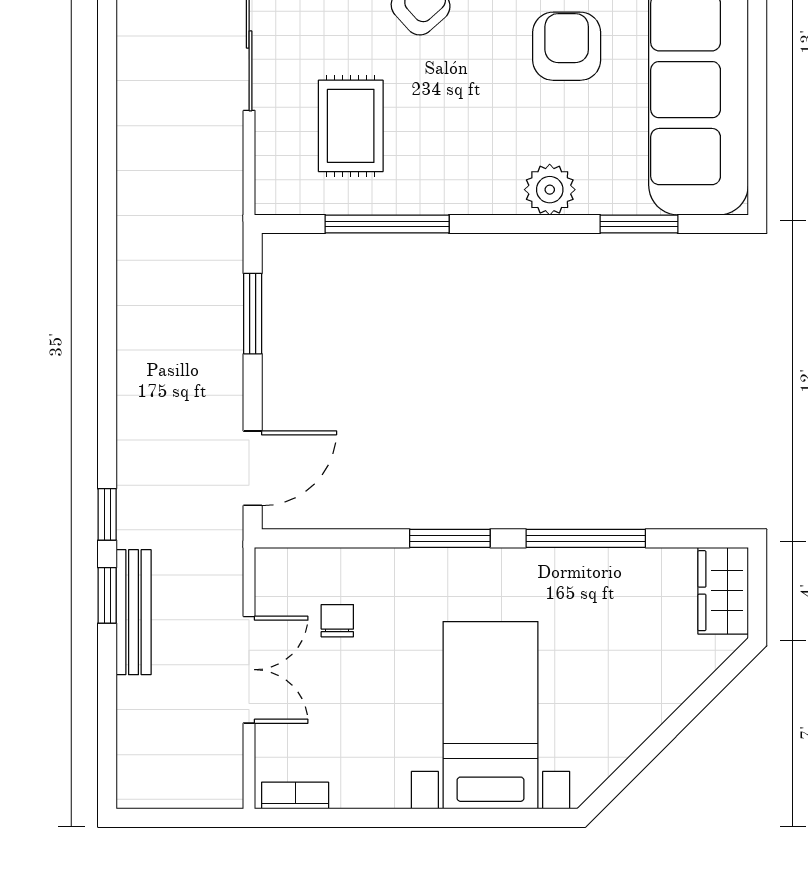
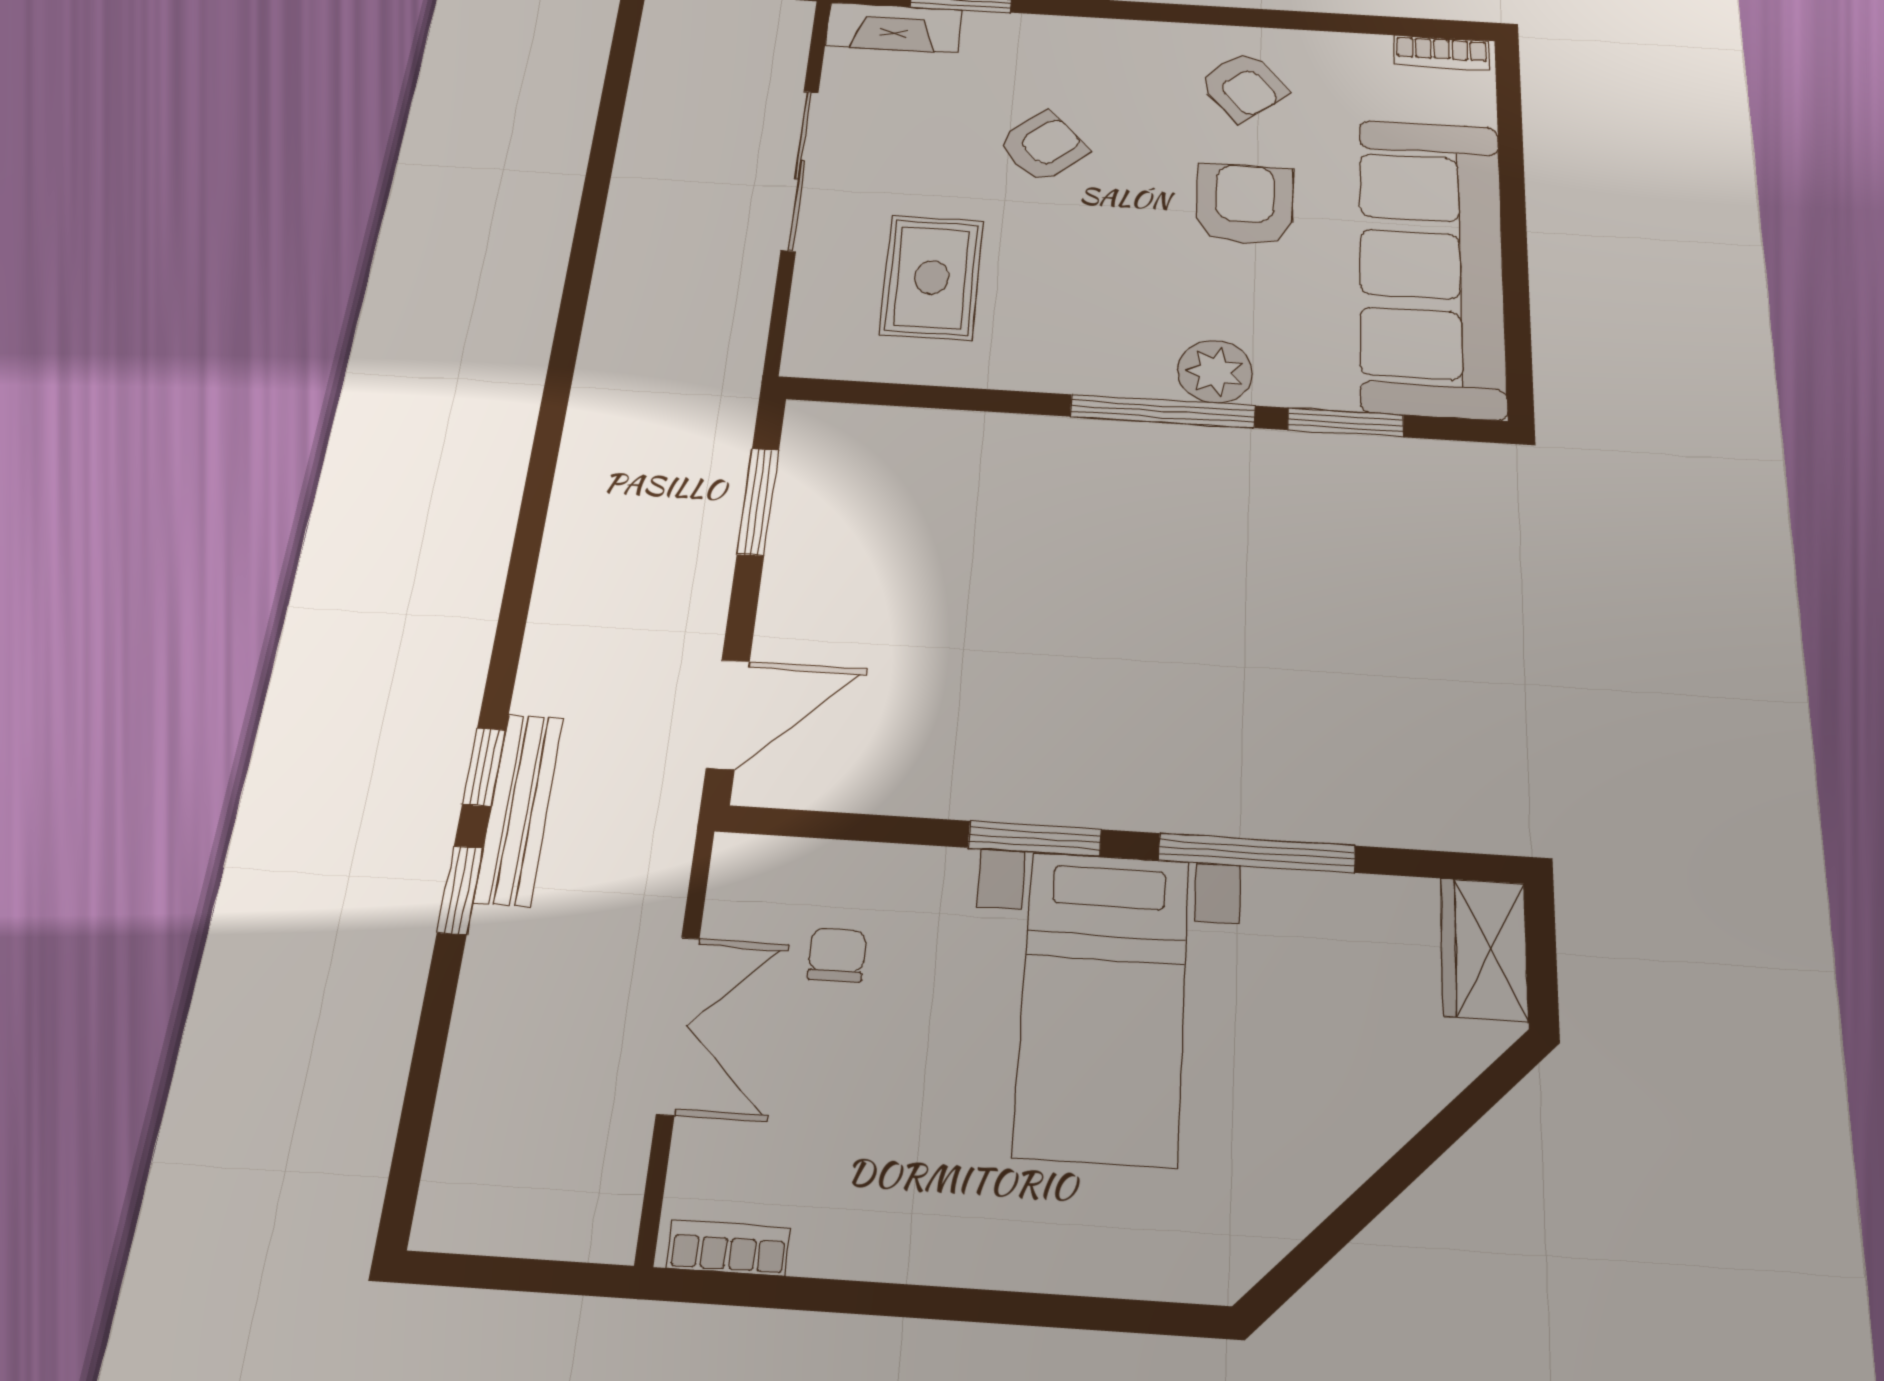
window: (387, 224) -> (1163, 411), moved
bench: (134, 612) -> (519, 809), moved
bed with nightstands: (491, 715) -> (1103, 1005), moved, turned 180

